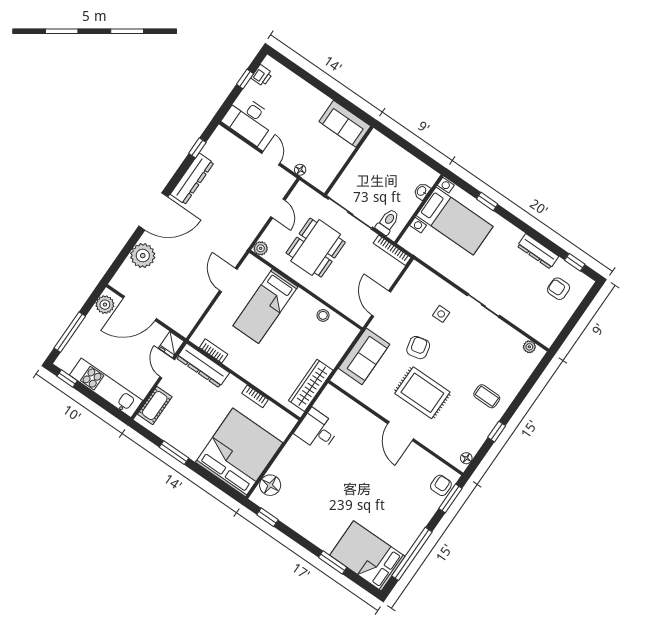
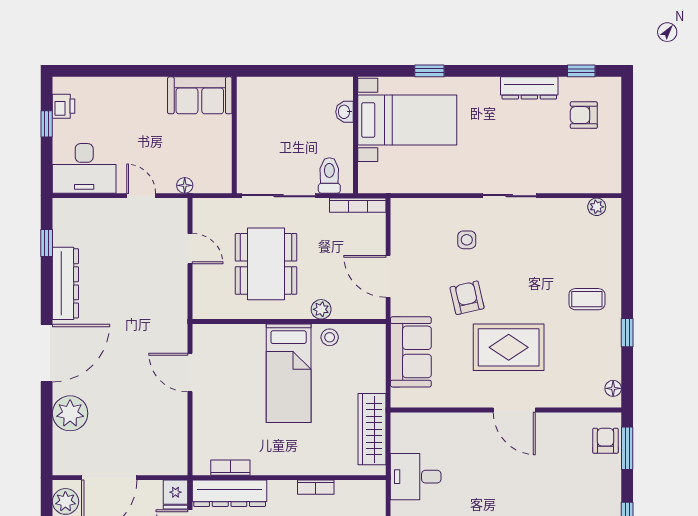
plant: (261, 248) -> (321, 309), moved
bed: (265, 306) -> (289, 373), moved

